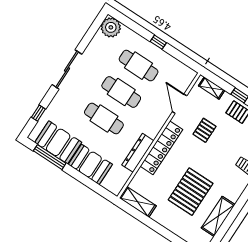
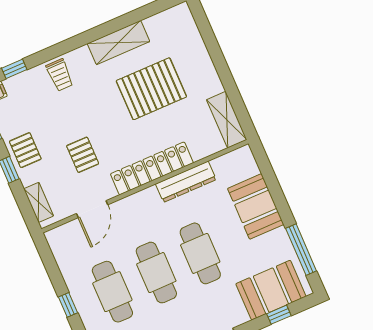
pallet: (205, 130) -> (83, 155), turned 90
booth: (58, 142) -> (271, 290), moved, turned 90
shelving: (218, 216) -> (118, 42), moved

